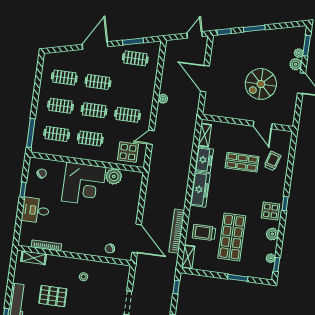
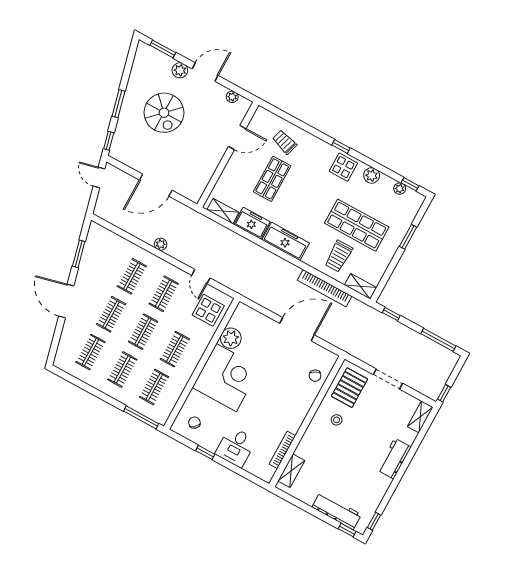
plant: (299, 53) -> (232, 97), moved
clothes rail: (135, 58) -> (132, 276), moved
spiral stairs: (261, 84) -> (164, 113), moved
door: (137, 238) -> (297, 329), moved
pallet: (53, 296) -> (349, 388), moved

